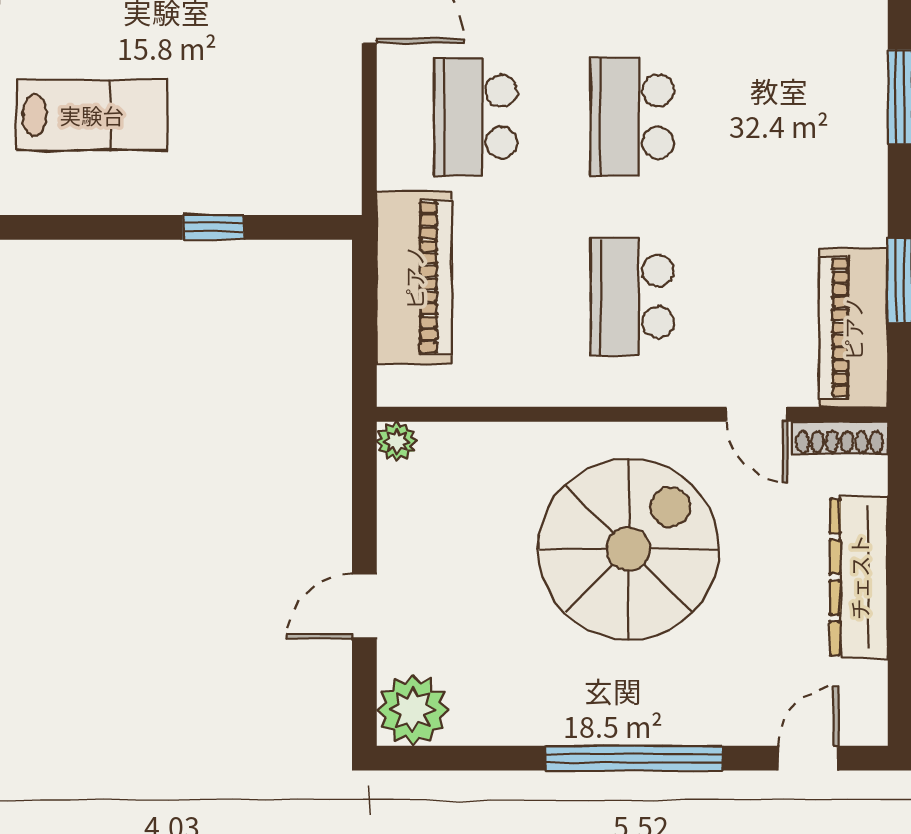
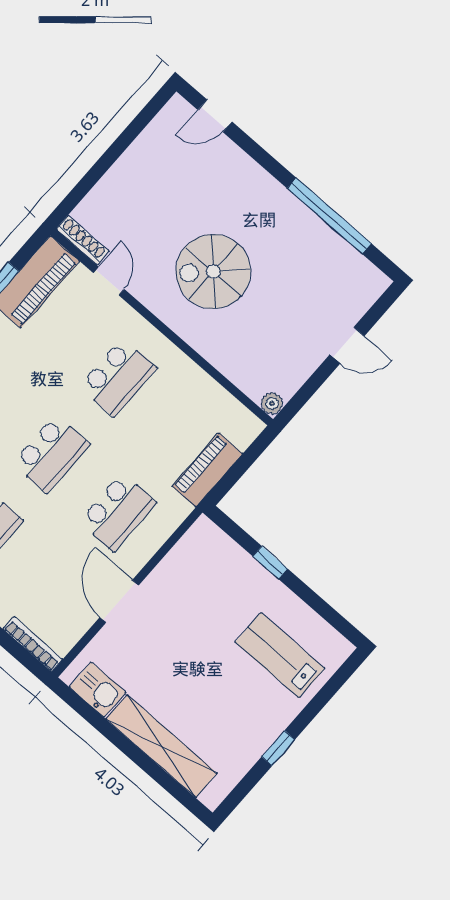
piano: (414, 277) -> (207, 470), width x0.73, depth x0.75
spiral stairs: (629, 549) -> (213, 271), width x0.73, depth x0.73
dresser: (859, 577) -> (126, 174), removed
plant: (413, 710) -> (365, 283), removed
window: (634, 758) -> (329, 216), moved

